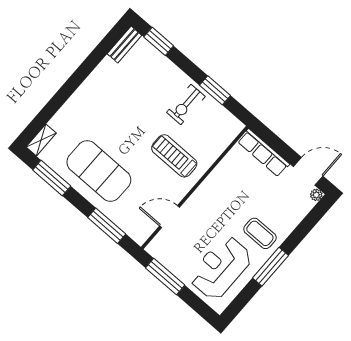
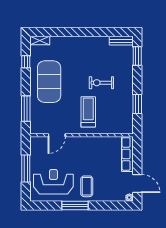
exercise bike: (186, 104) -> (101, 83), moved
window: (52, 178) -> (26, 62), width x0.46
door: (170, 217) -> (57, 135), swing flipped
window: (165, 276) -> (26, 168), moved

